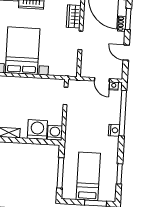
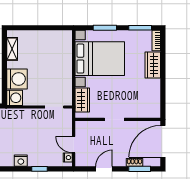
wardrobe: (74, 16) -> (82, 100), moved, turned 90
door: (102, 80) -> (74, 145), hinge flipped
window: (123, 113) -> (39, 169), width x0.32

